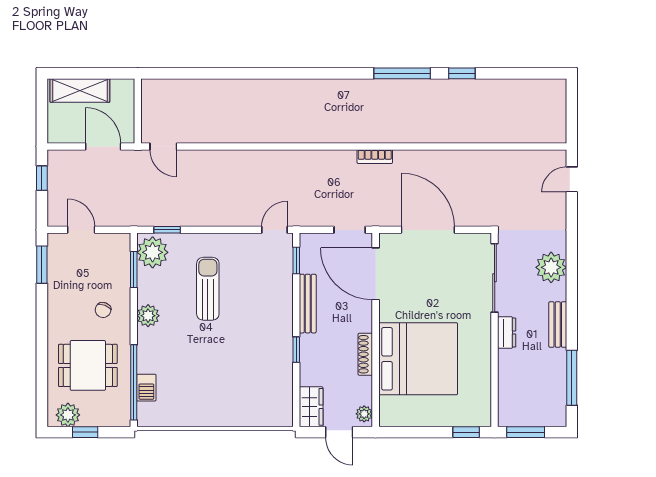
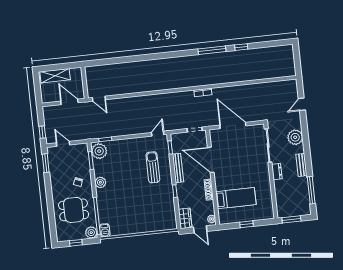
window: (42, 178) -> (42, 132), moved
door: (572, 179) -> (302, 104), moved
door: (376, 274) -> (211, 160), moved
sun lounger: (208, 289) -> (153, 167), moved
bed: (418, 359) -> (236, 198), width x0.49
barbecue: (146, 388) -> (105, 230), moved
plant: (68, 415) -> (91, 233), moved
window: (466, 432) -> (247, 224), moved

